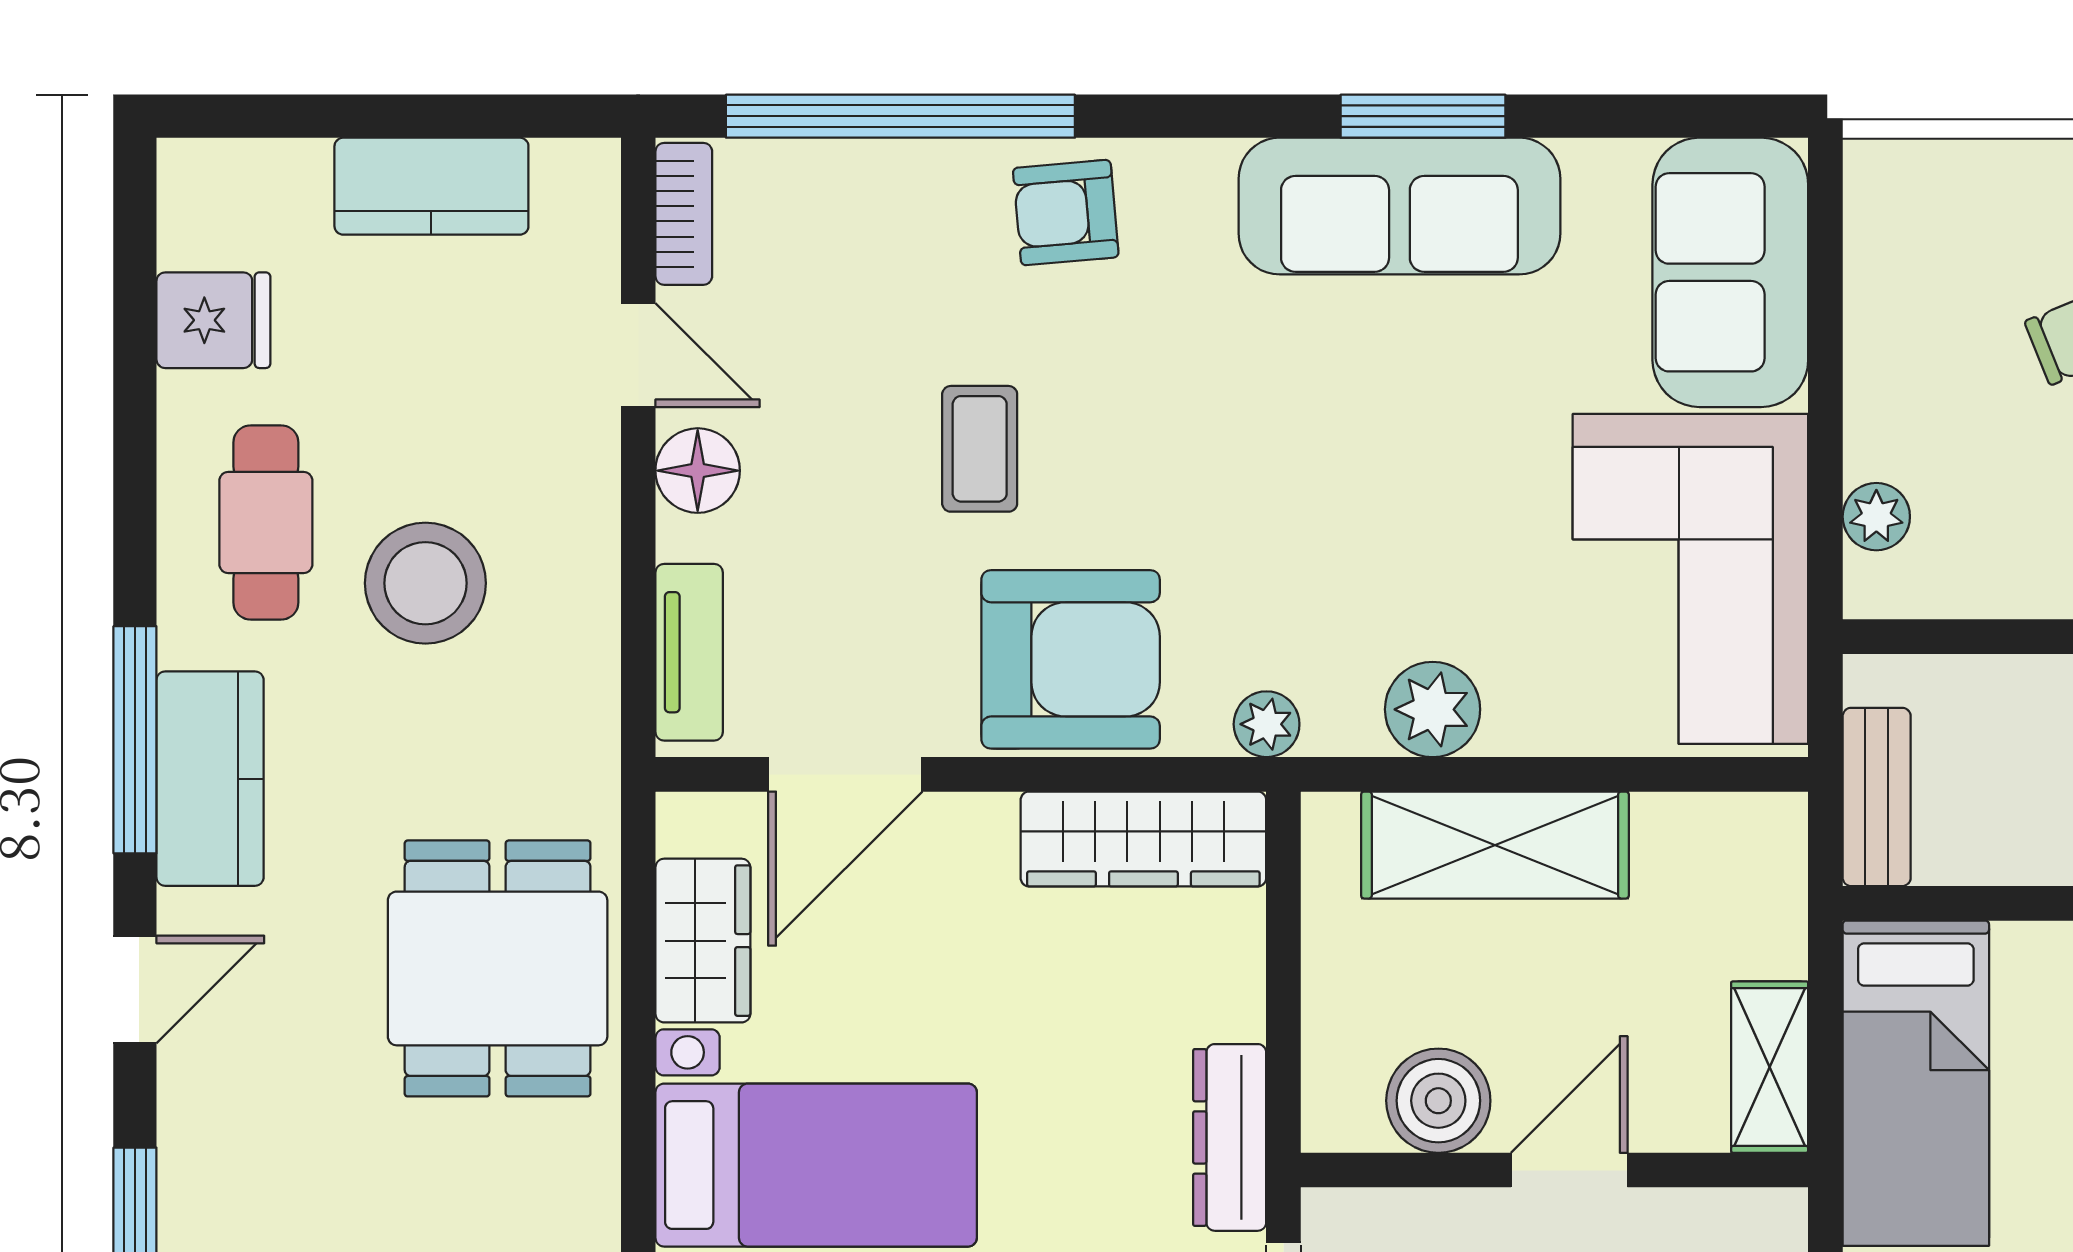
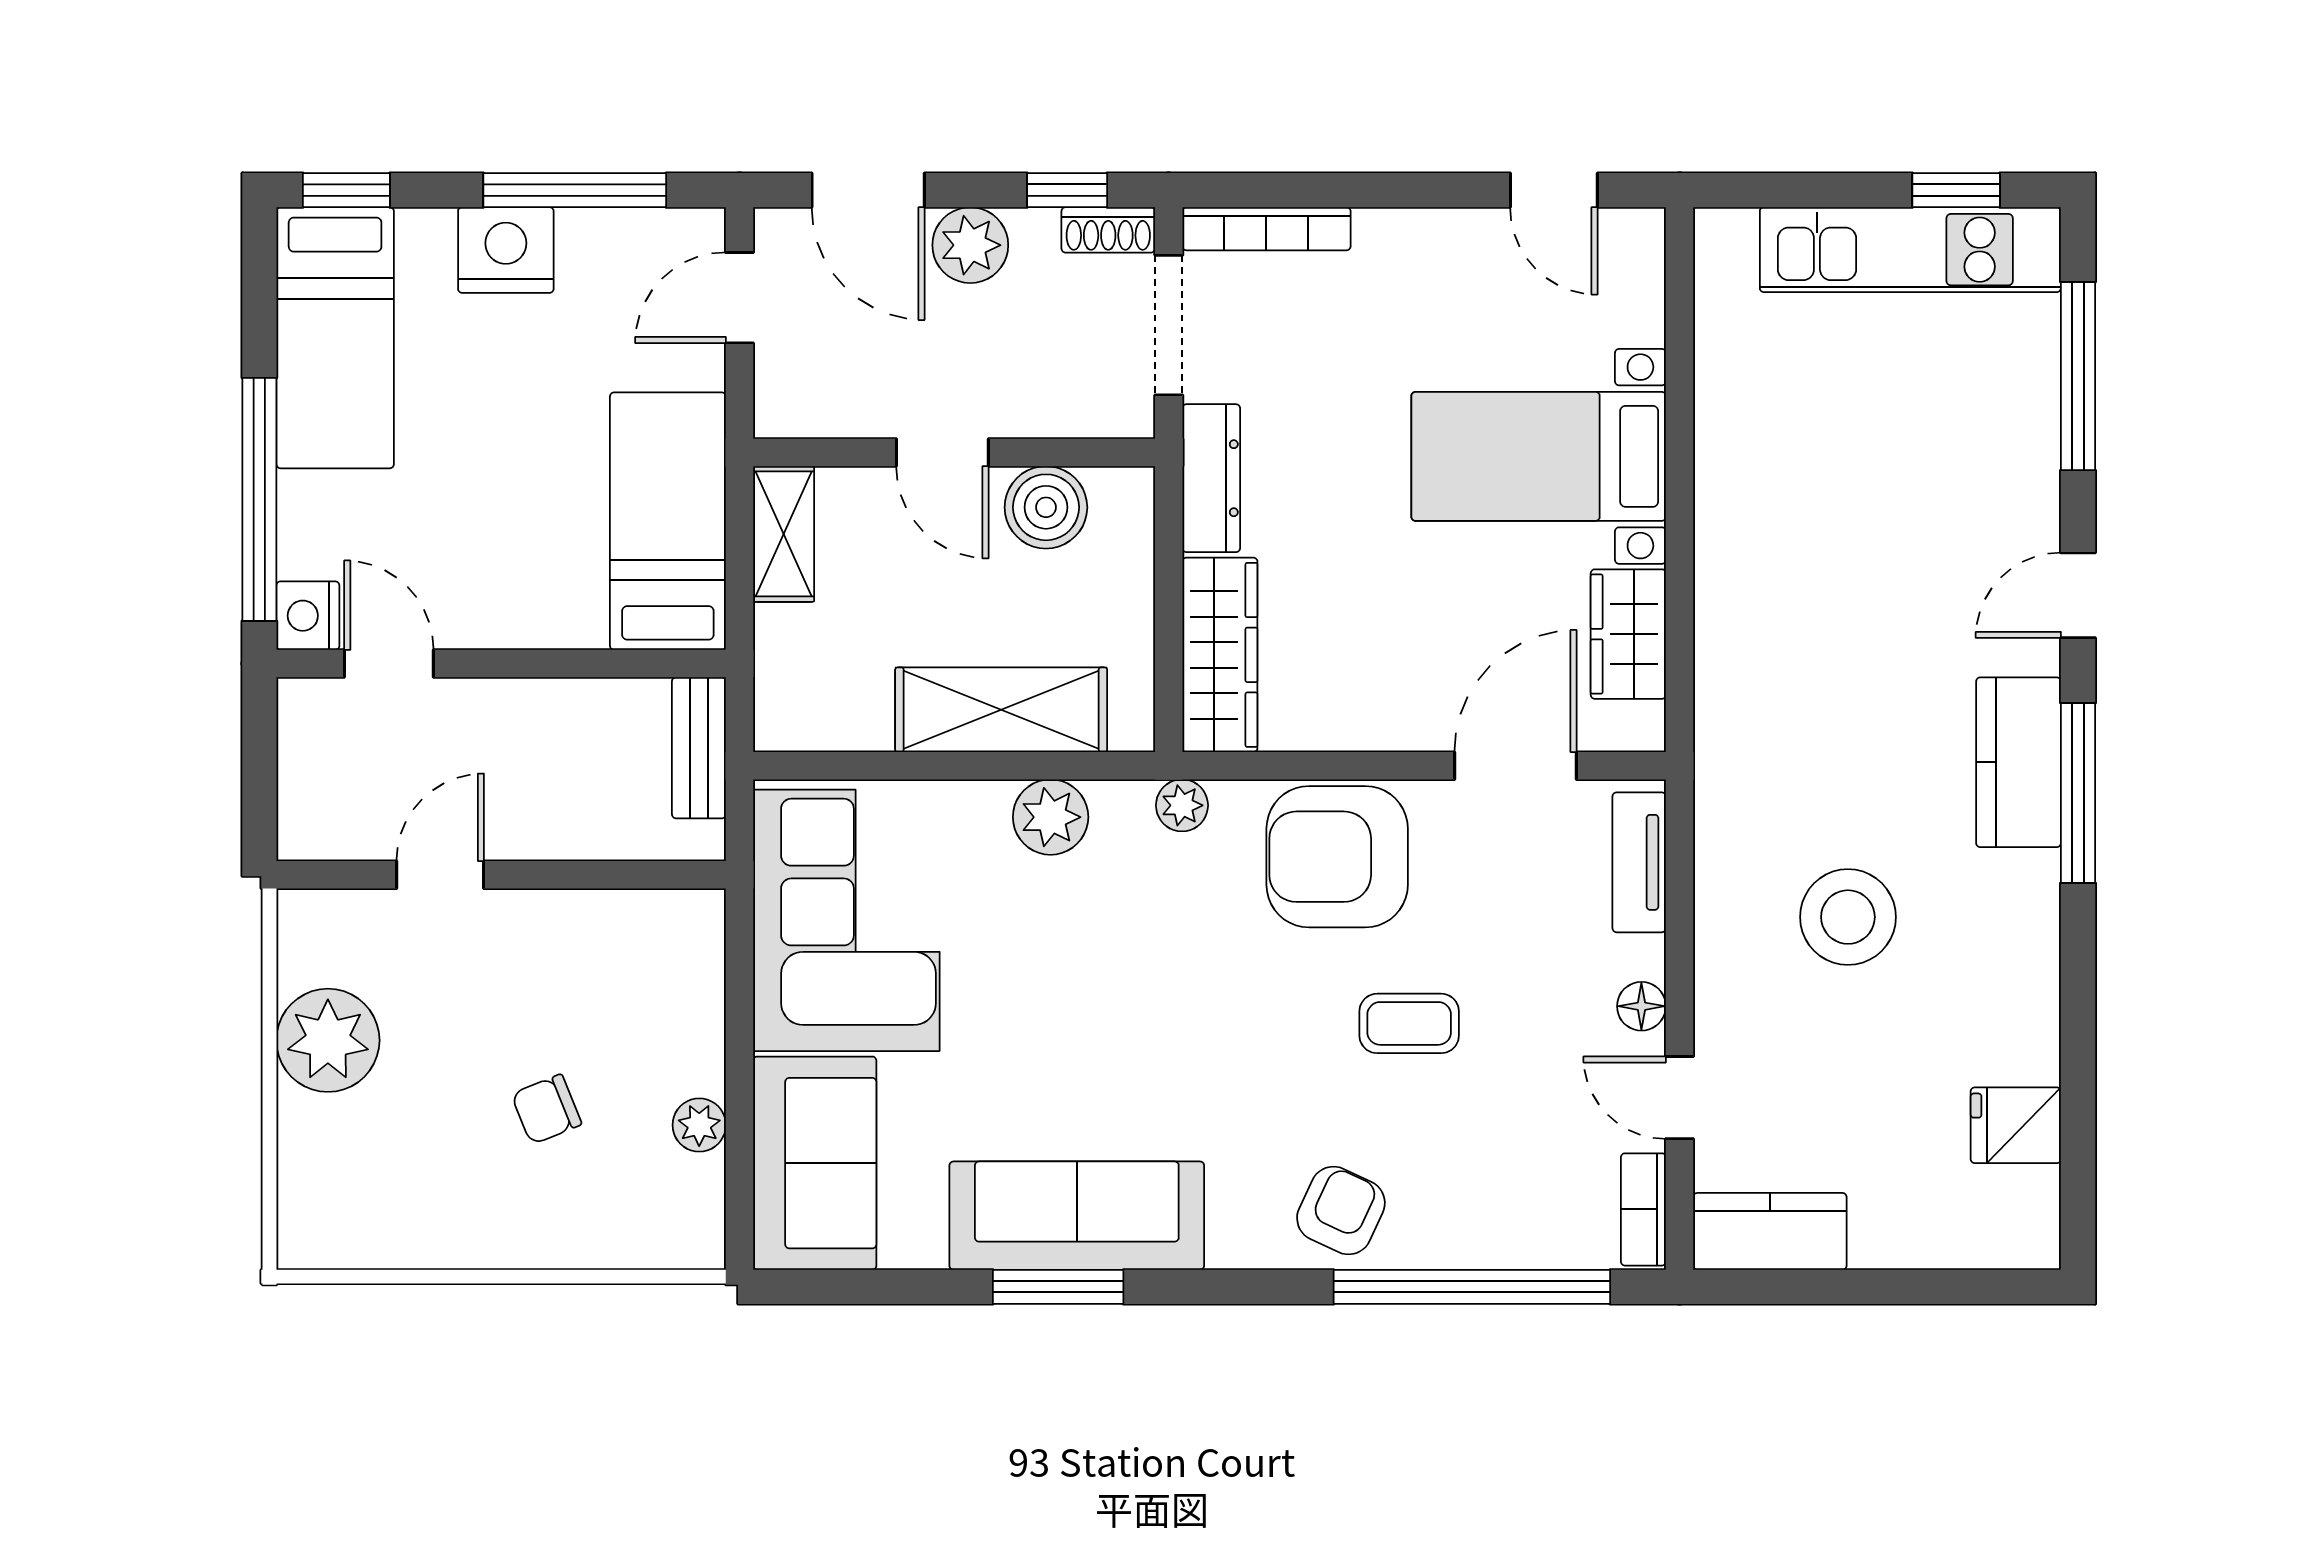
kitchen counter: (431, 186) -> (1770, 1231), moved
armchair: (1066, 213) -> (1341, 1211), turned -60
coffee table: (980, 449) -> (1409, 1023), turned 90
floor lamp: (698, 471) -> (1641, 1006), width x0.73, depth x0.73
plant: (1876, 517) -> (699, 1125), moved
cafe table: (266, 522) -> (1974, 965), removed
wardrobe: (1143, 839) -> (1220, 655), moved, turned 90
dining table: (498, 968) -> (1791, 612), removed
door: (1569, 1170) -> (942, 452), hinge flipped

